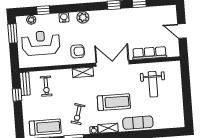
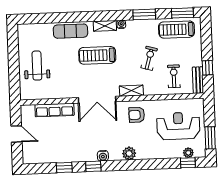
window: (43, 10) -> (188, 163), moved
water cooler: (64, 18) -> (103, 156), moved
reception desk: (41, 43) -> (178, 126), turned 180
weight bench: (153, 84) -> (37, 66), moved
exercise bike: (78, 114) -> (149, 58), moved

